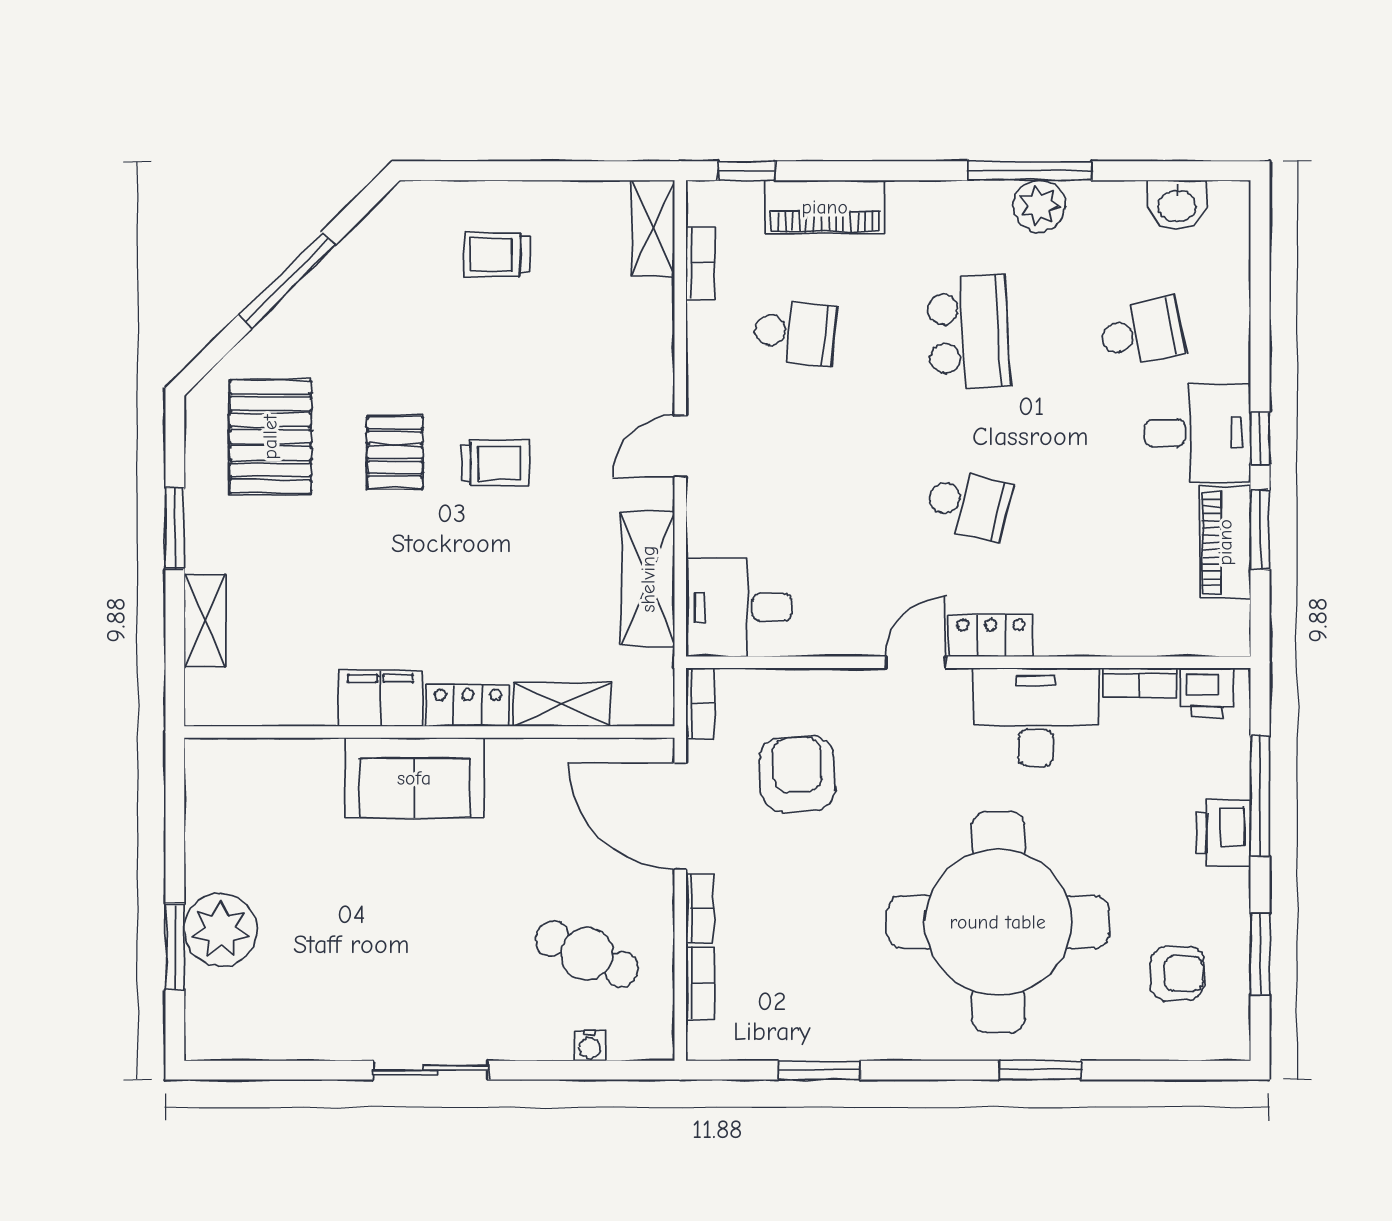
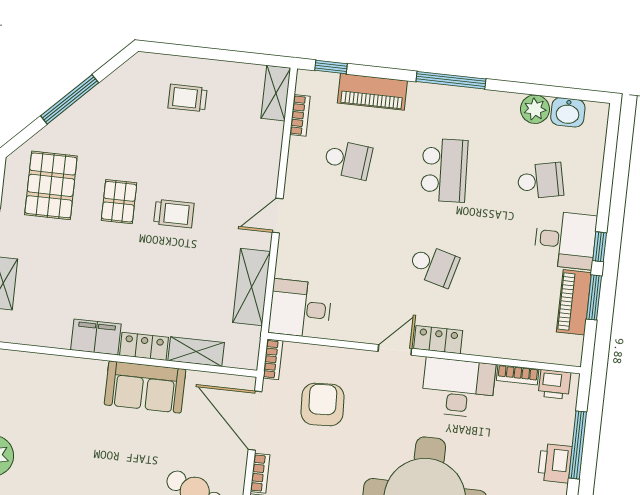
window: (1030, 171) -> (451, 80), moved
plant: (1039, 206) -> (535, 109), moved
sofa: (414, 778) -> (145, 387), moved

